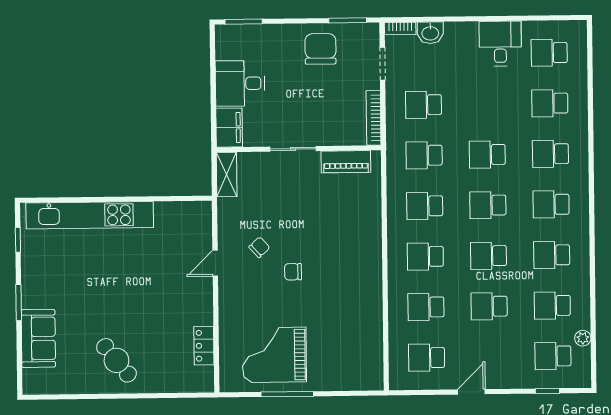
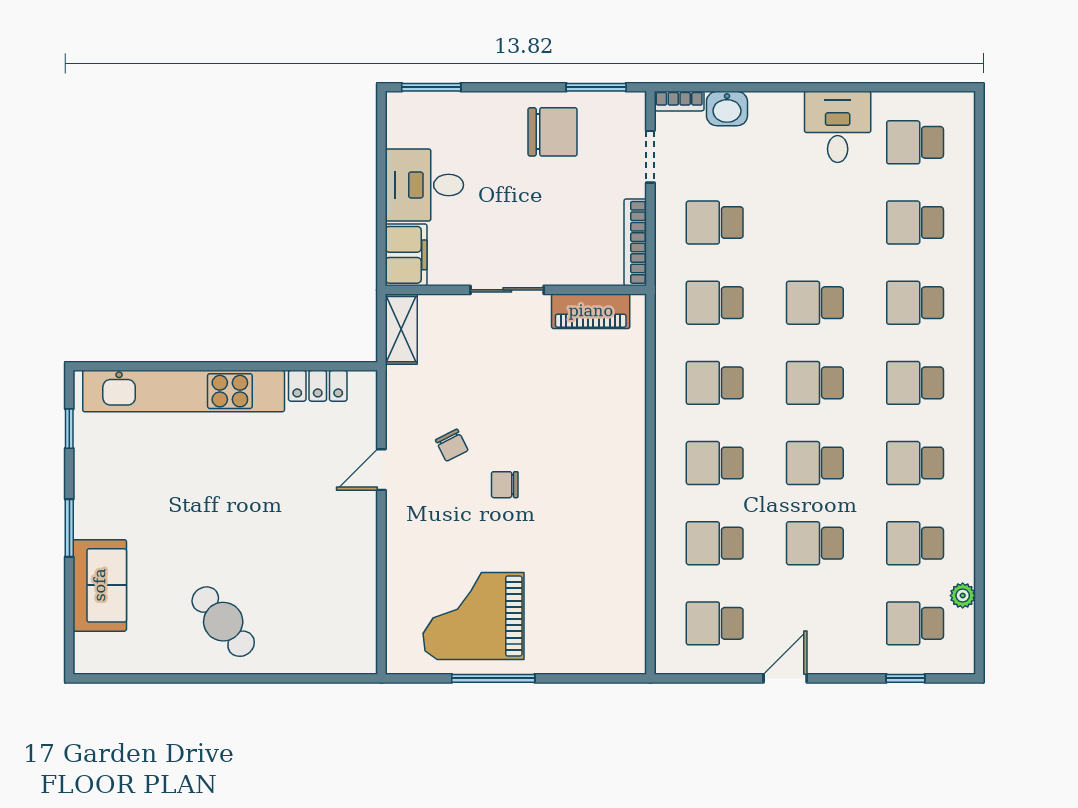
chair: (320, 49) -> (553, 132), turned 90
chair: (259, 247) -> (452, 445), turned 105
locker: (204, 346) -> (318, 386), moved, turned -90

